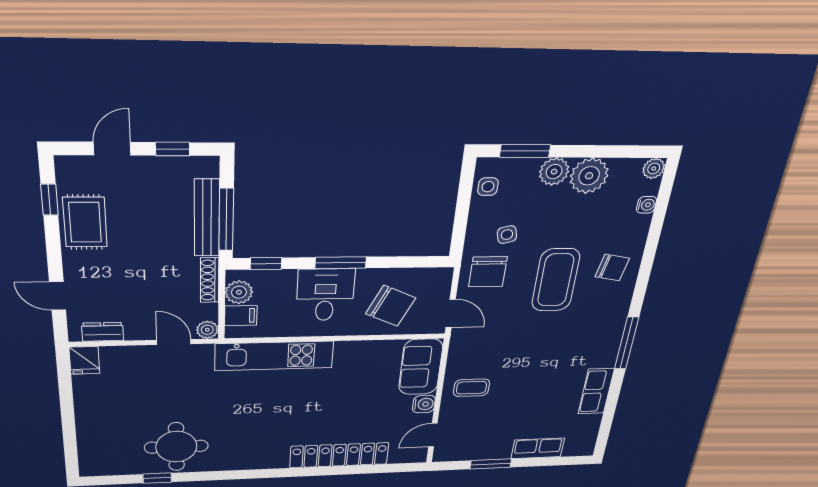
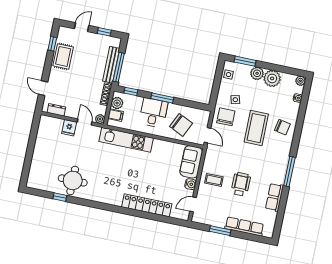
chair: (488, 272) -> (226, 117), turned 180
fridge: (84, 360) -> (69, 128), moved
wheelchair: (527, 384) -> (241, 184), added
row of seats: (538, 448) -> (244, 226), width x1.48

